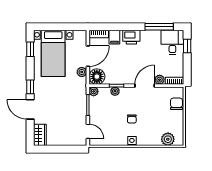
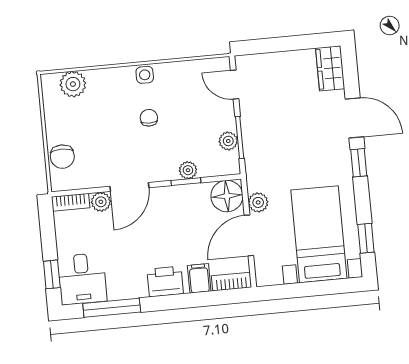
plant: (94, 91) -> (228, 141), moved

